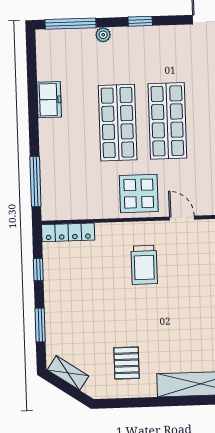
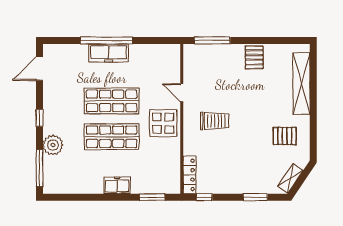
plant: (103, 35) -> (53, 145), width x1.88, depth x1.88
freezer: (49, 100) -> (117, 185), moved
window: (35, 182) -> (152, 197), width x0.69
door: (182, 218) -> (182, 93), hinge flipped
window: (38, 270) -> (204, 197), moved

